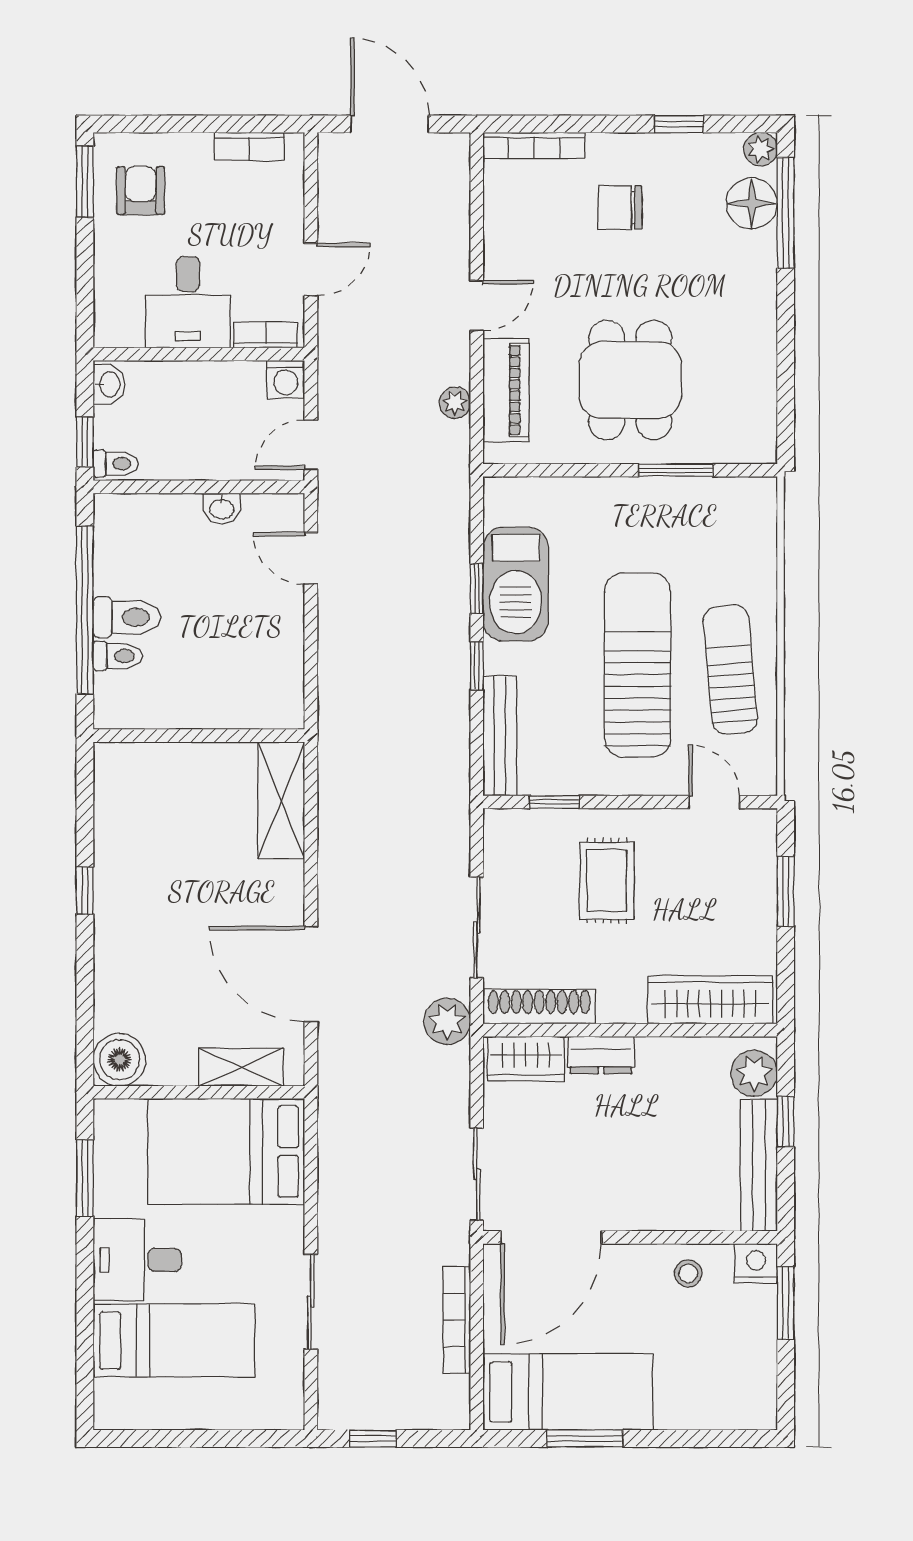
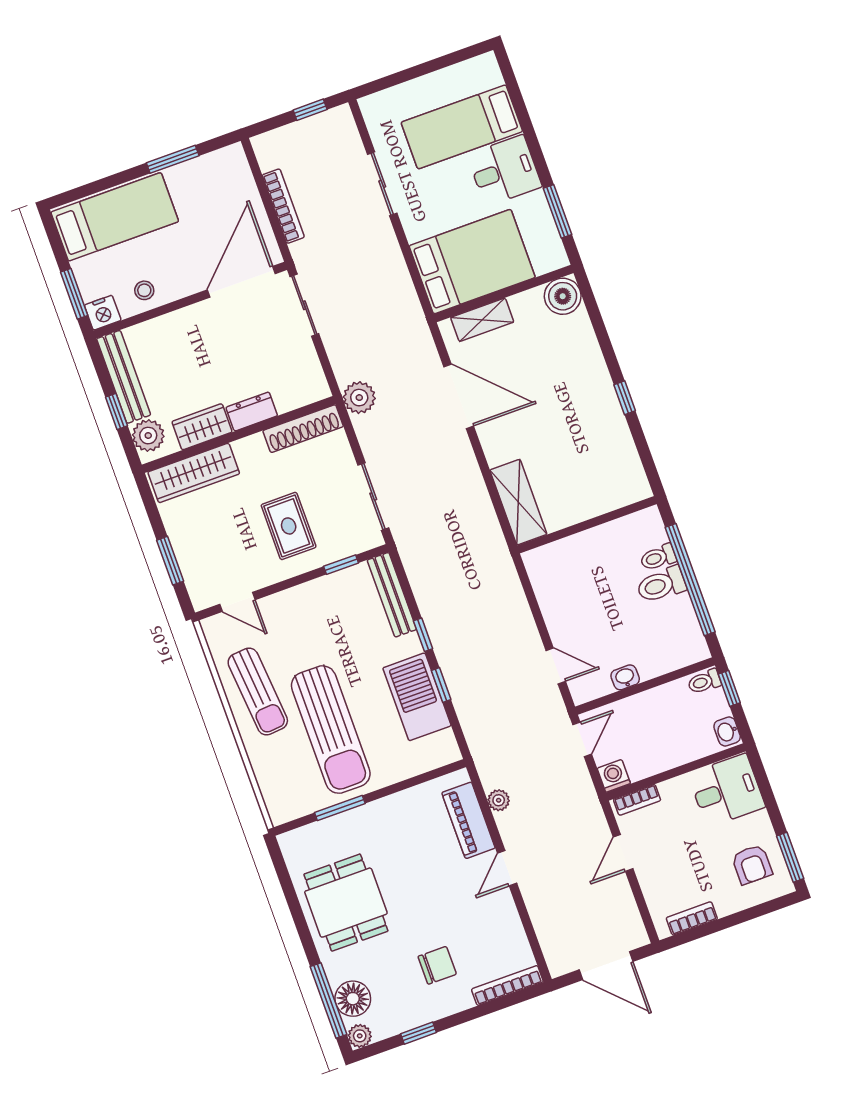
desk: (188, 302) -> (727, 790), moved, turned 90
dining table: (630, 380) -> (346, 903), moved
sun lounger: (638, 665) -> (331, 730), moved
sliding door: (477, 927) -> (373, 496), moved
wardrobe: (526, 1059) -> (202, 427), moved
bed: (568, 1392) -> (115, 217), moved, turned 180

